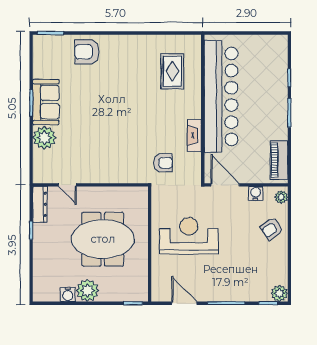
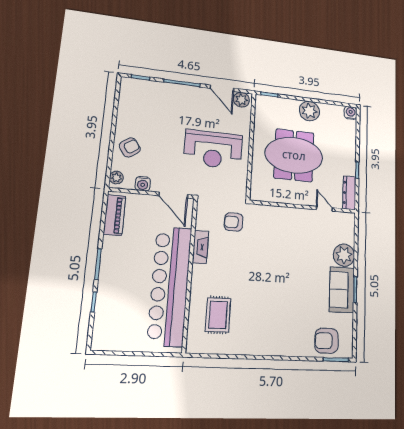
armchair: (87, 52) -> (327, 341), moved, turned 180
plant: (279, 293) -> (241, 100), moved
water cooler: (68, 294) -> (351, 113), moved

